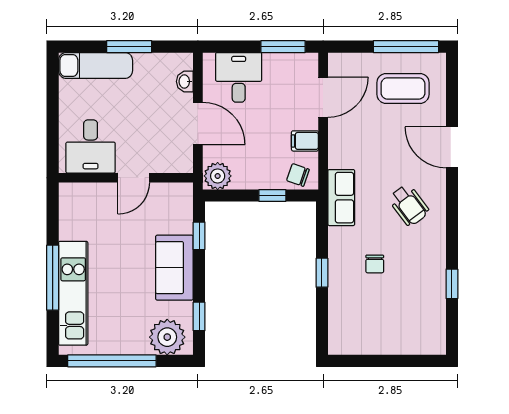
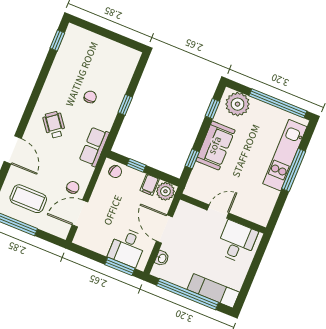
window: (129, 47) -> (188, 294), width x2.11
window: (283, 47) -> (120, 266), moved
chair: (348, 129) -> (73, 187), added
filing cabinet: (305, 141) -> (150, 185), moved, turned 90
window: (452, 284) -> (57, 40), moved

